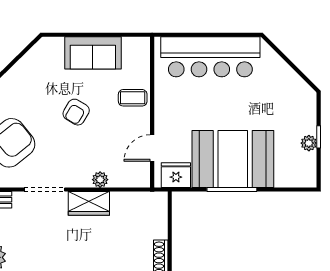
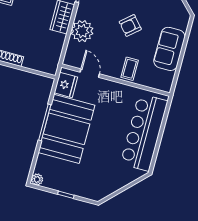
armchair: (76, 112) -> (130, 25), turned -72
plant: (309, 143) -> (37, 179), moved
plant: (100, 180) -> (82, 31), width x1.88, depth x1.88

